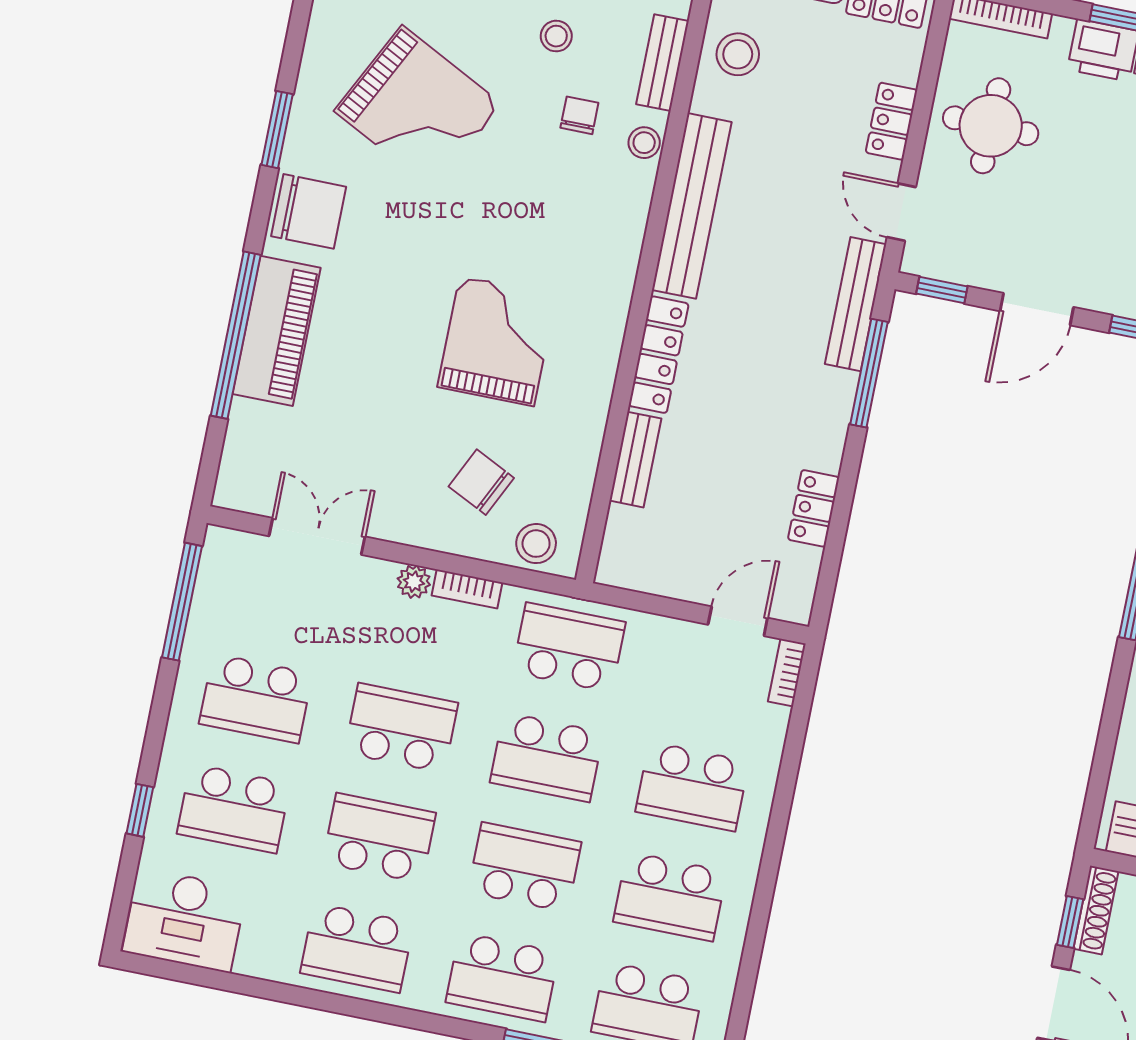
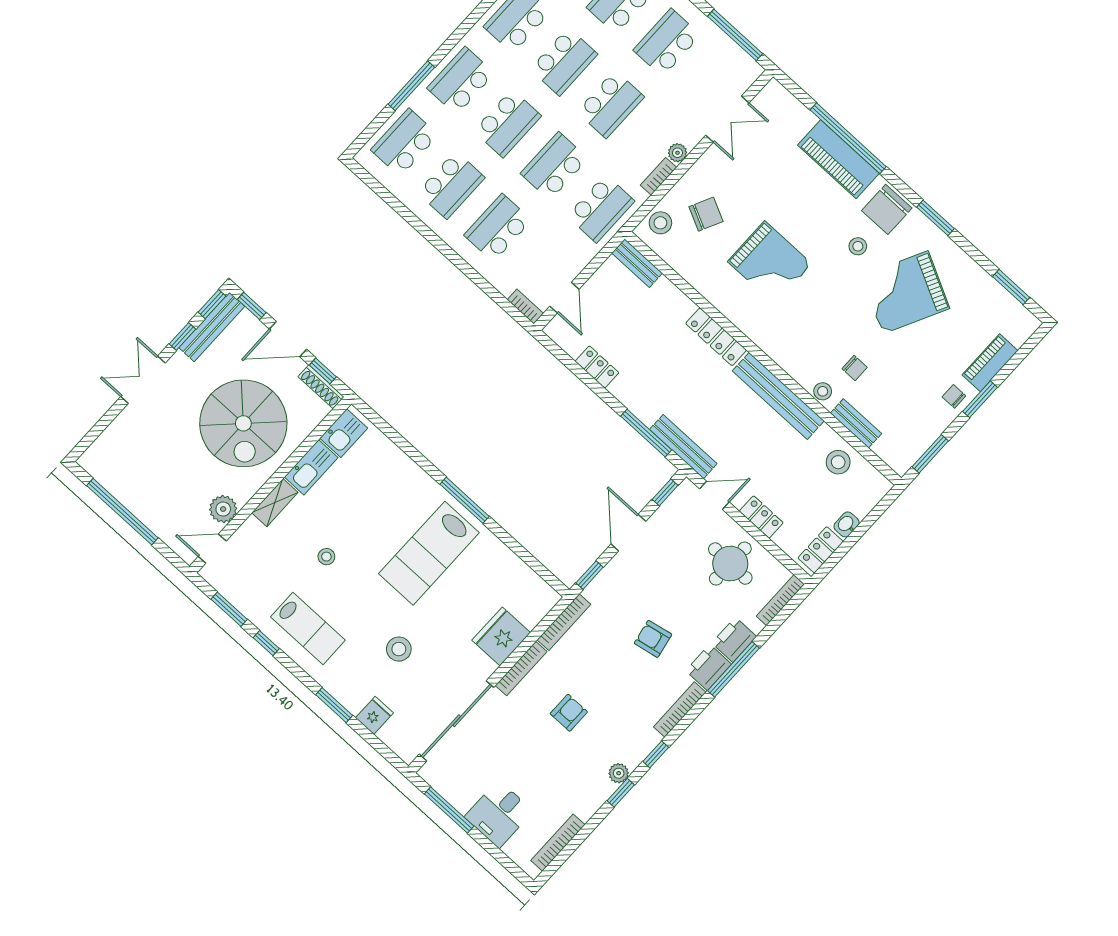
stool: (556, 36) -> (858, 246), moved
bench: (635, 460) -> (637, 263), moved
school desk: (670, 897) -> (451, 185), turned 180

